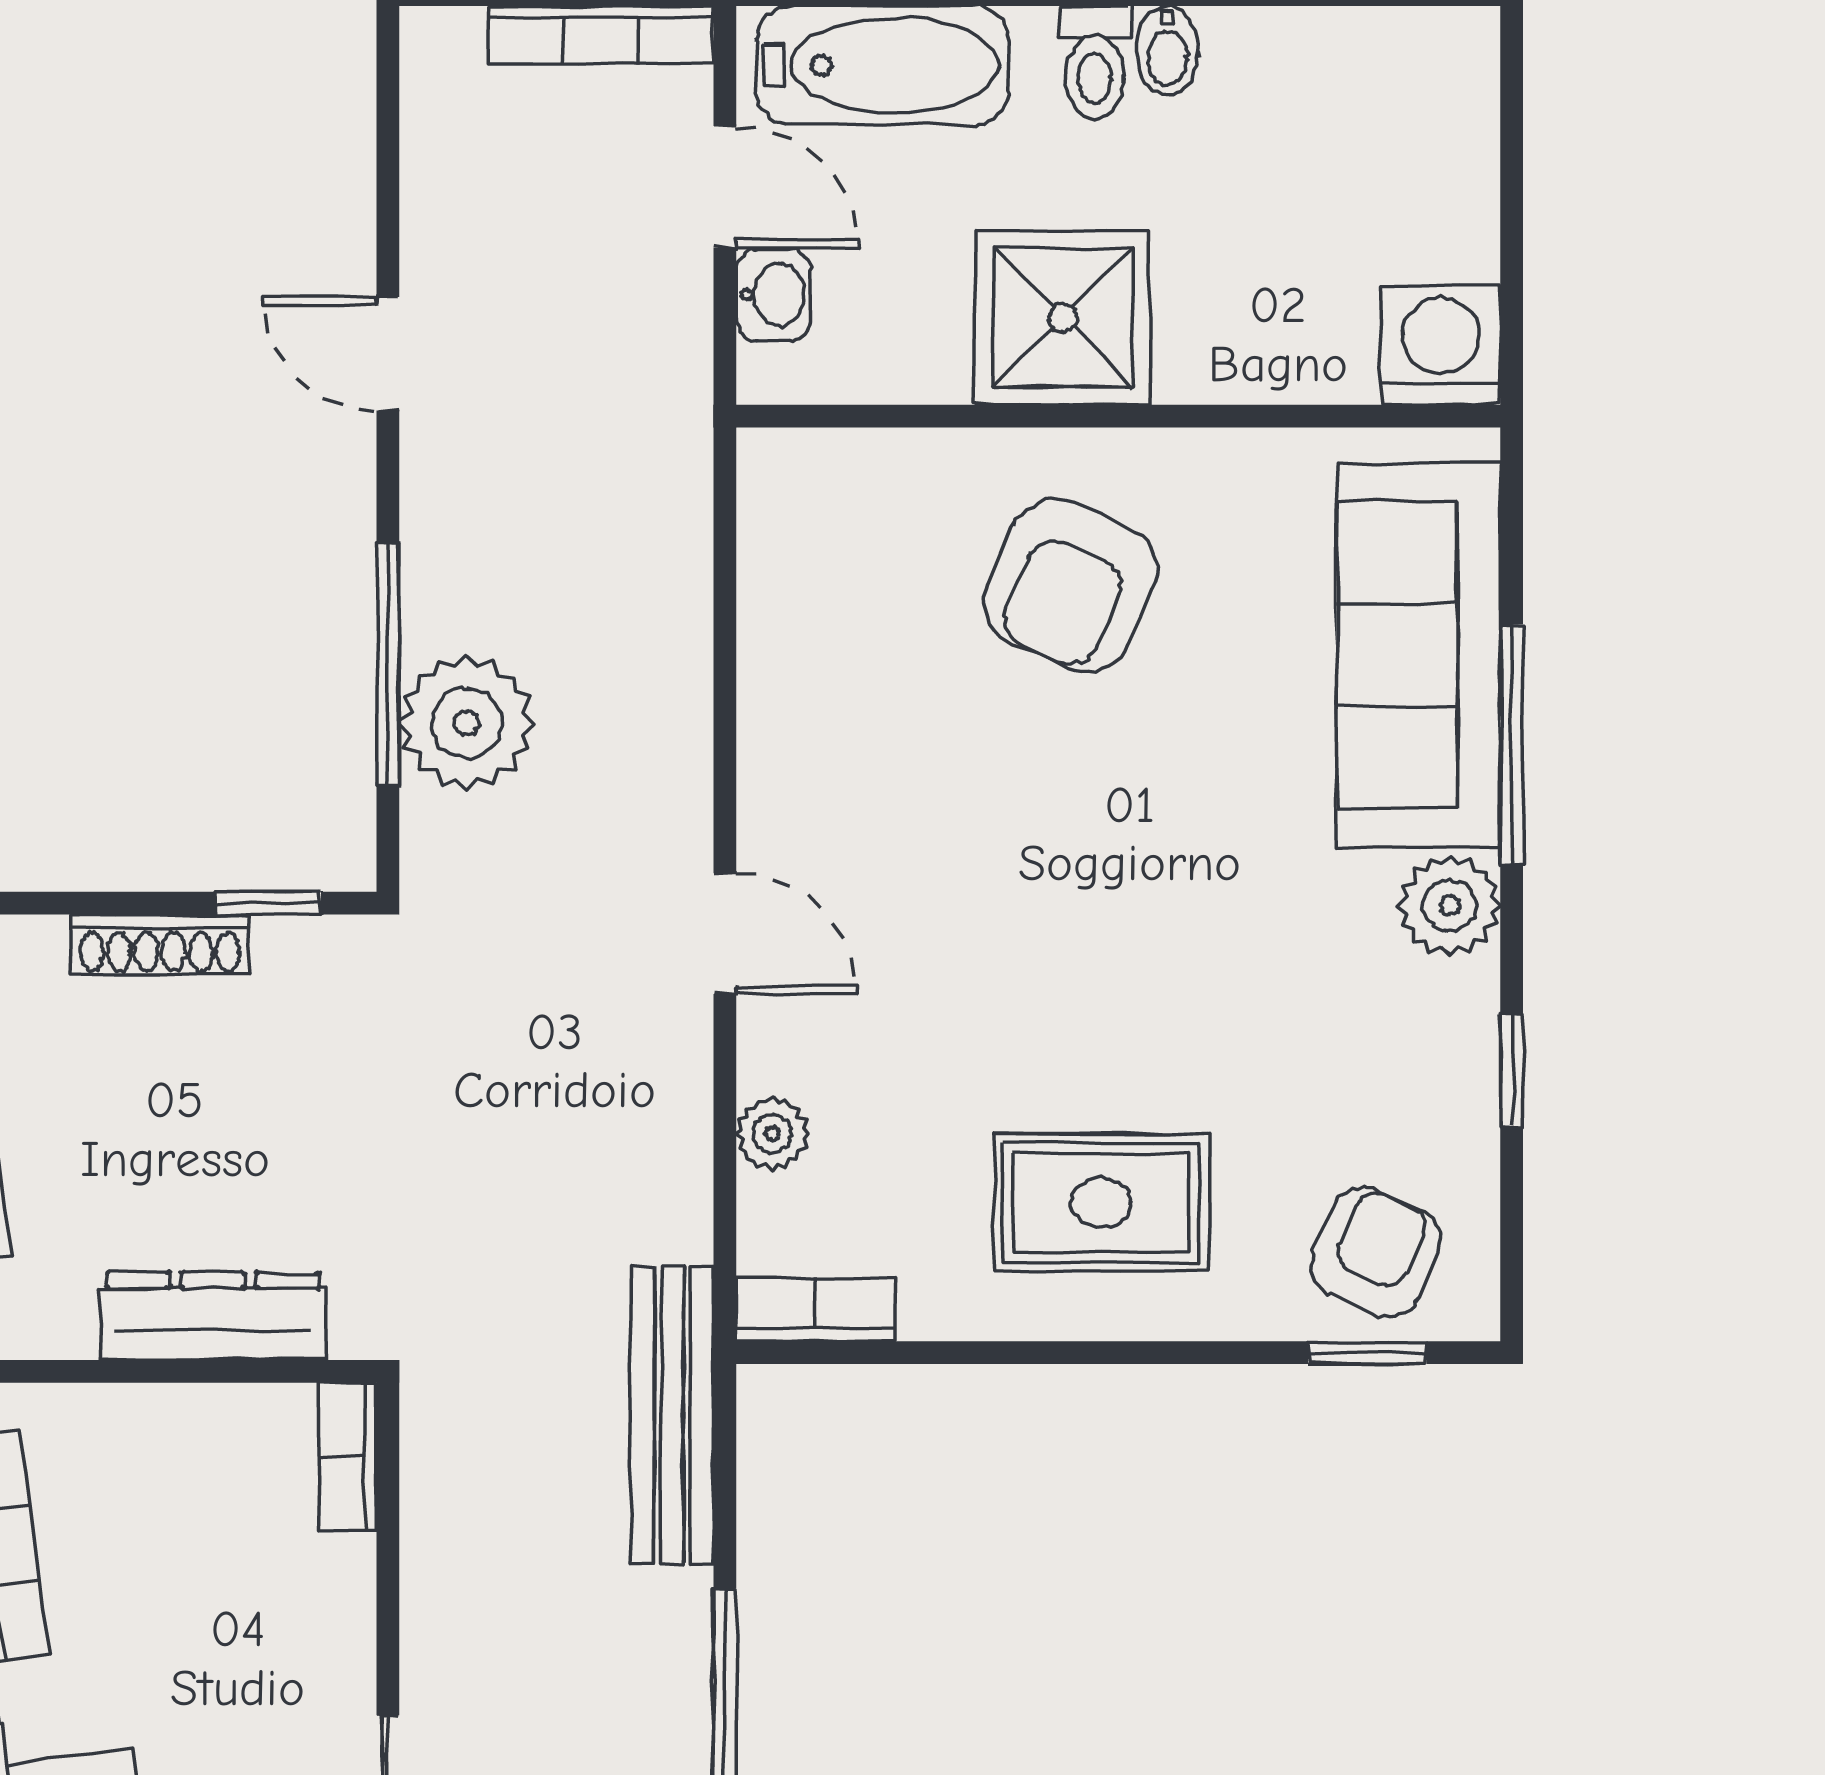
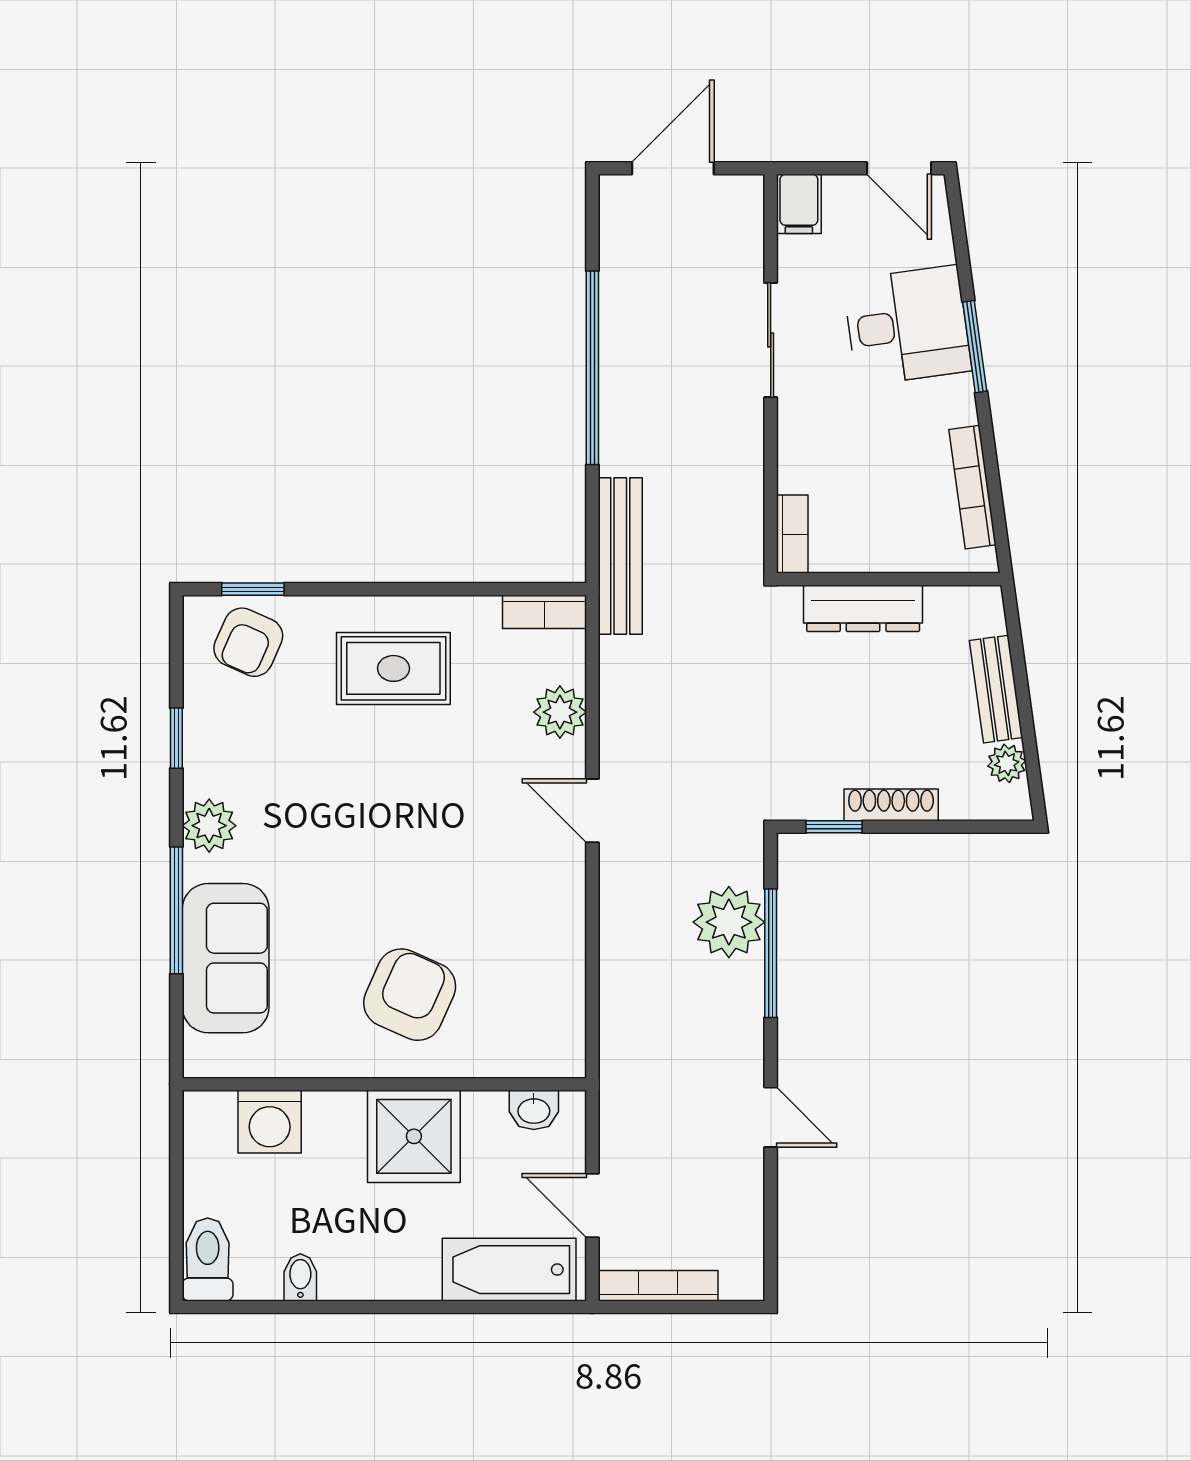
bidet: (1167, 51) -> (300, 1277), moved
toilet: (1095, 63) -> (208, 1260), moved, width x1.37, depth x1.39
washbasin: (774, 295) -> (534, 1110), moved, turned -90
washing machine: (1441, 345) -> (270, 1122), moved
sofa: (1419, 655) -> (226, 958), width x0.73
plant: (773, 1134) -> (560, 712), width x1.38, depth x1.38

